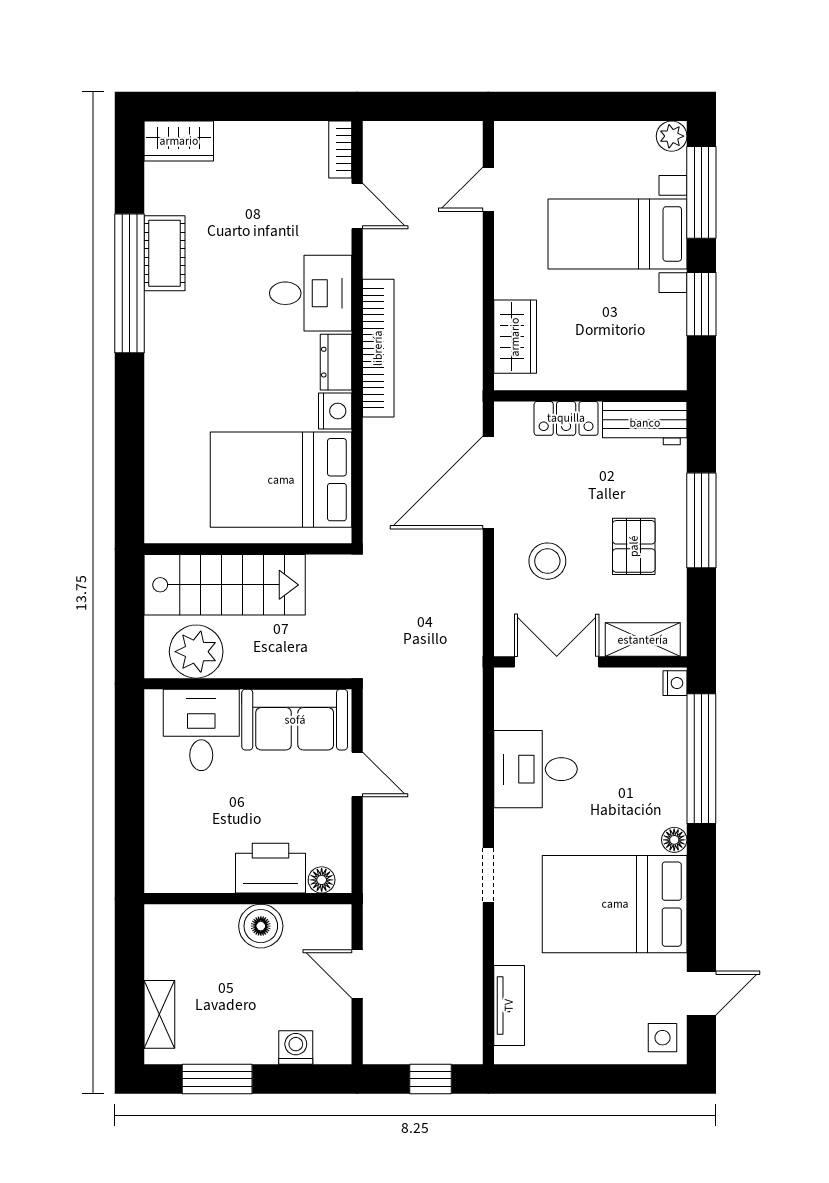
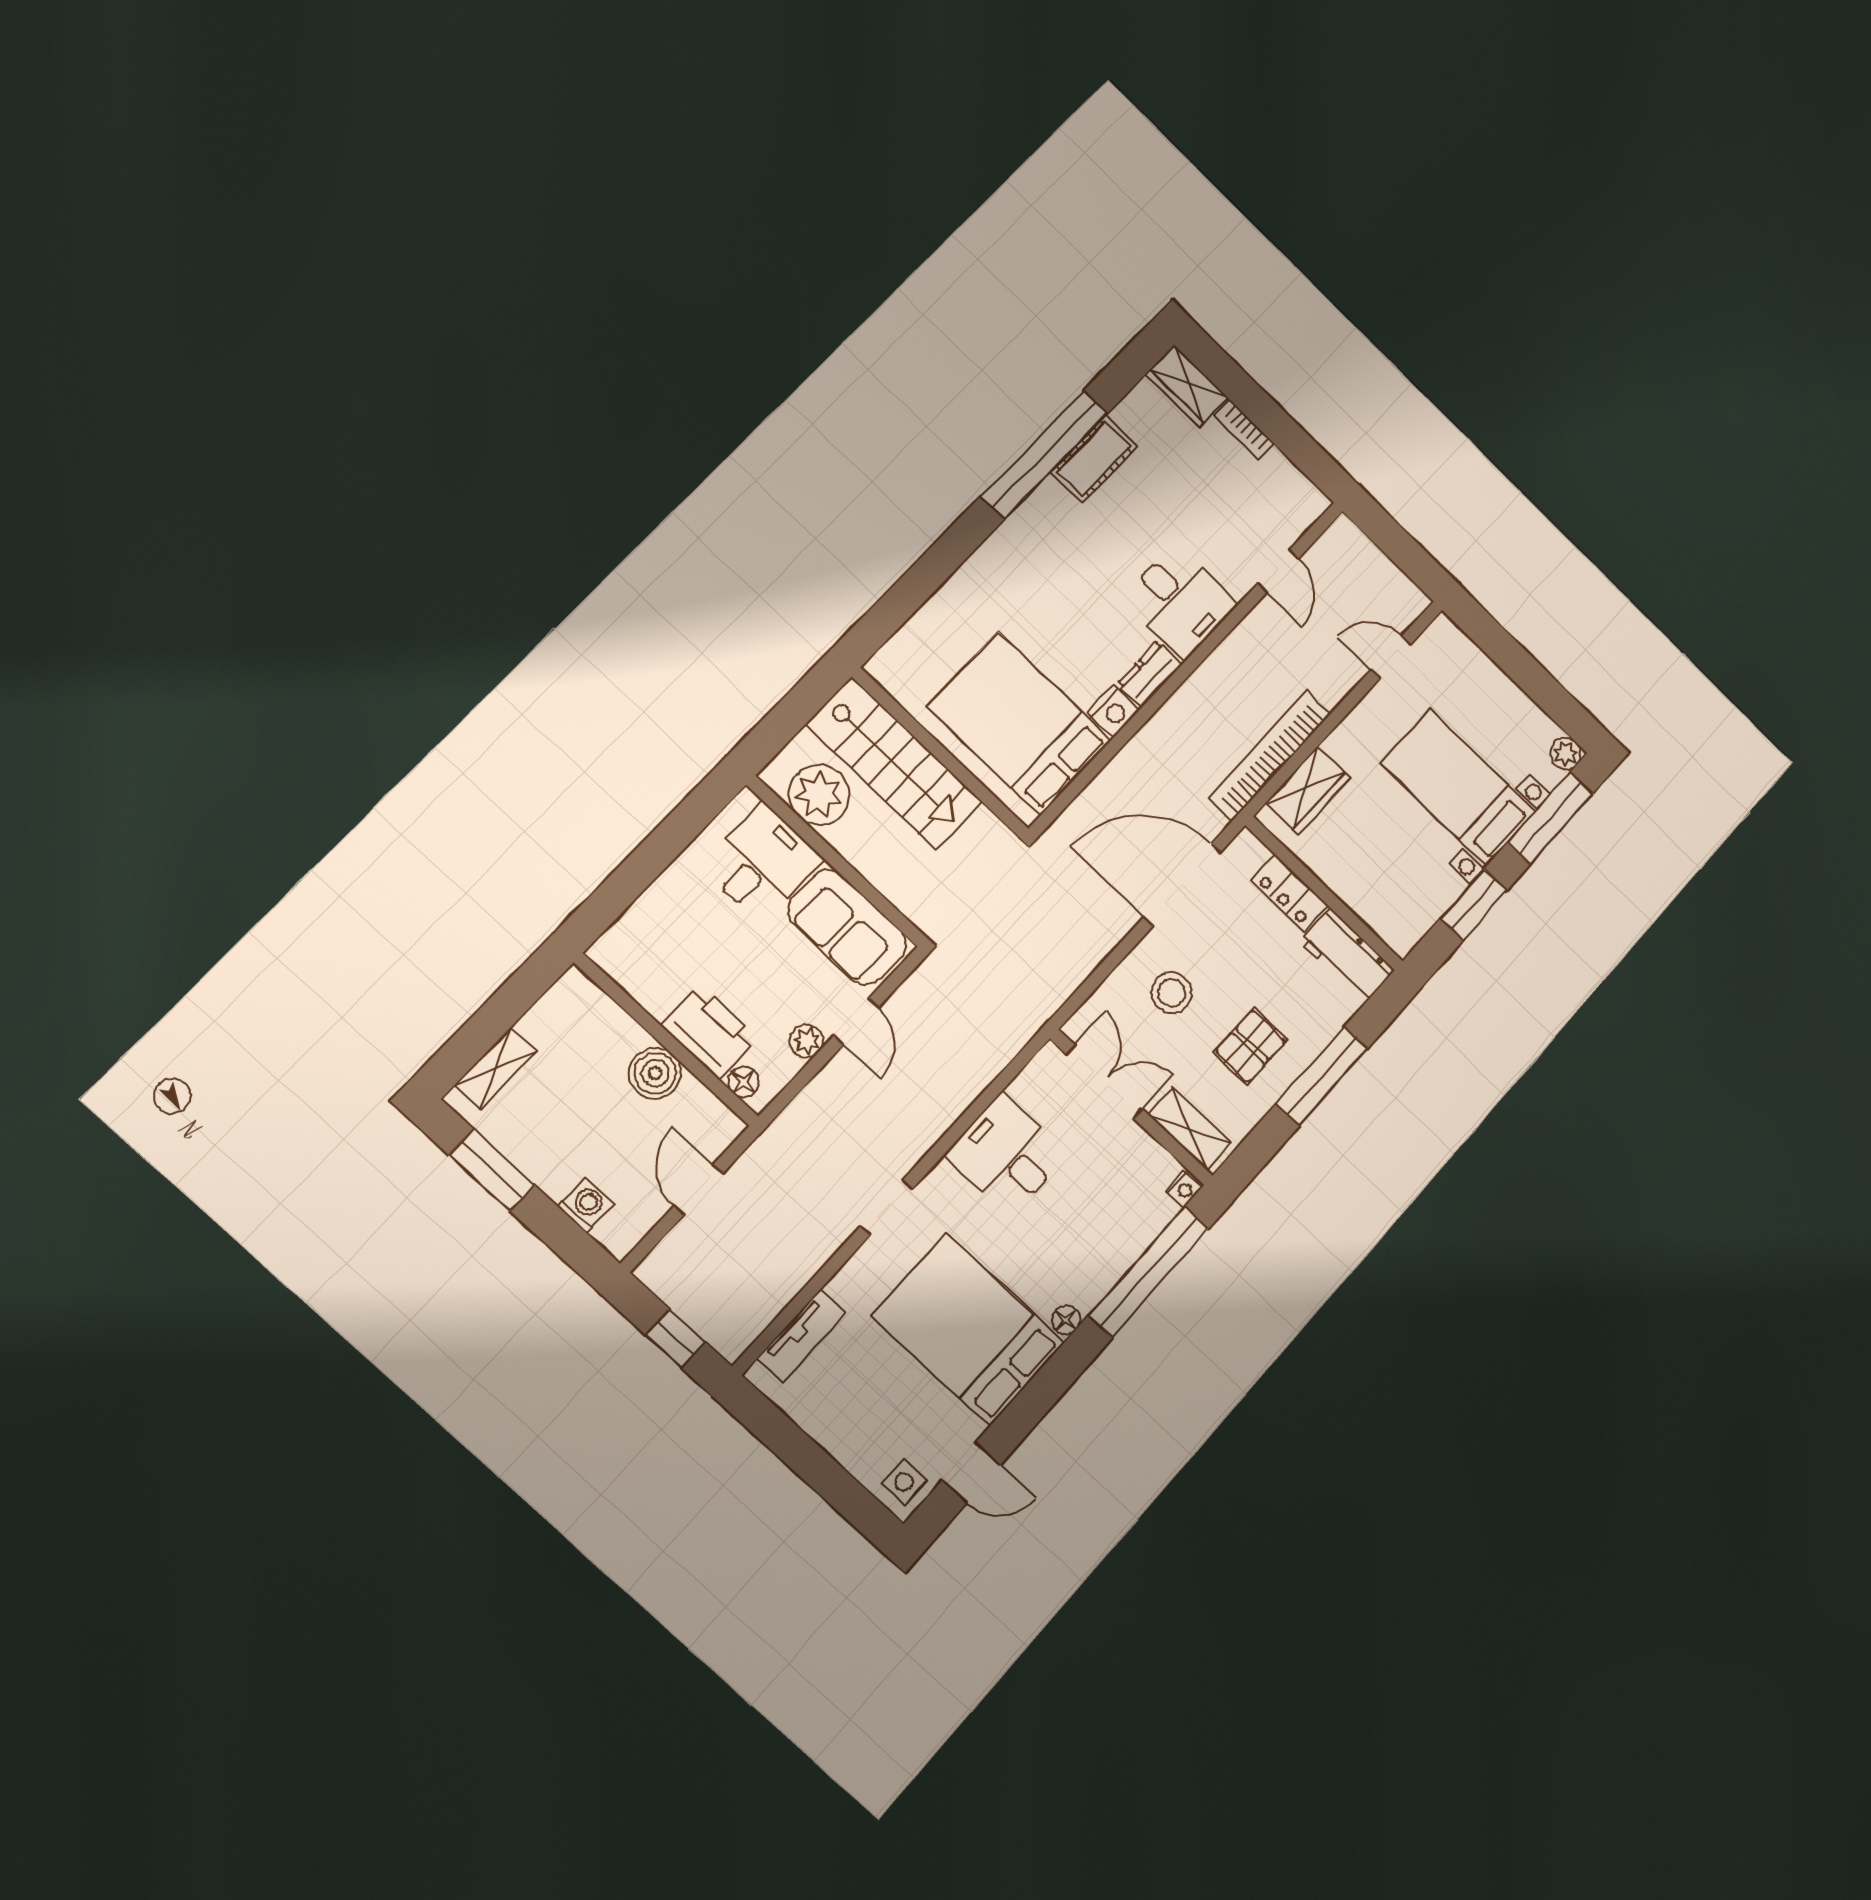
bookcase: (340, 150) -> (1244, 430), moved, turned -90
bookcase: (378, 348) -> (1270, 756), moved, turned 180
plant: (337, 817) -> (807, 1041), added

